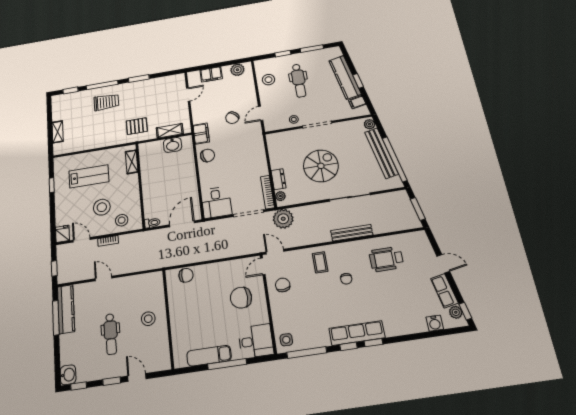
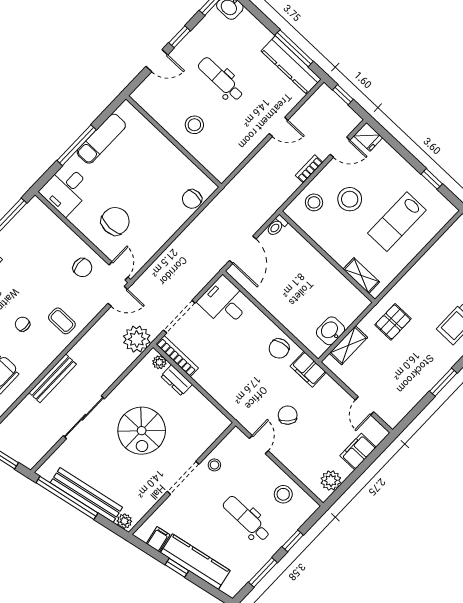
side table: (286, 340) -> (36, 215), removed

